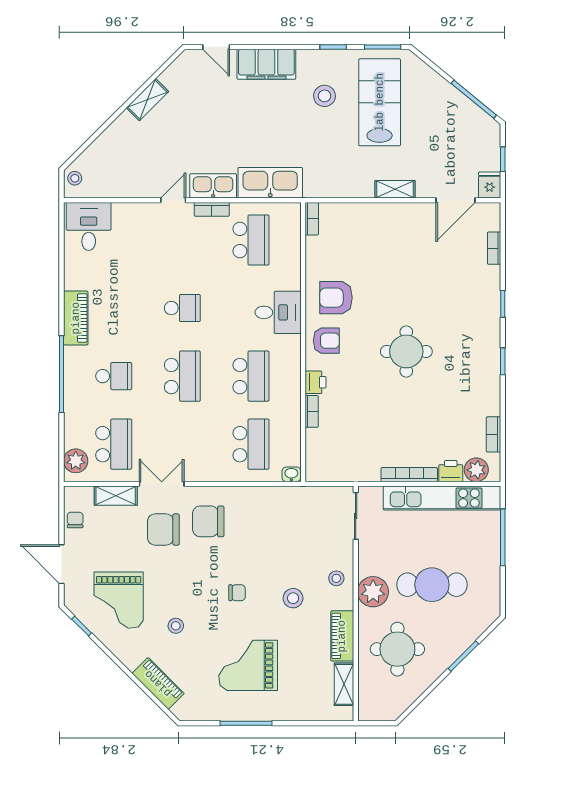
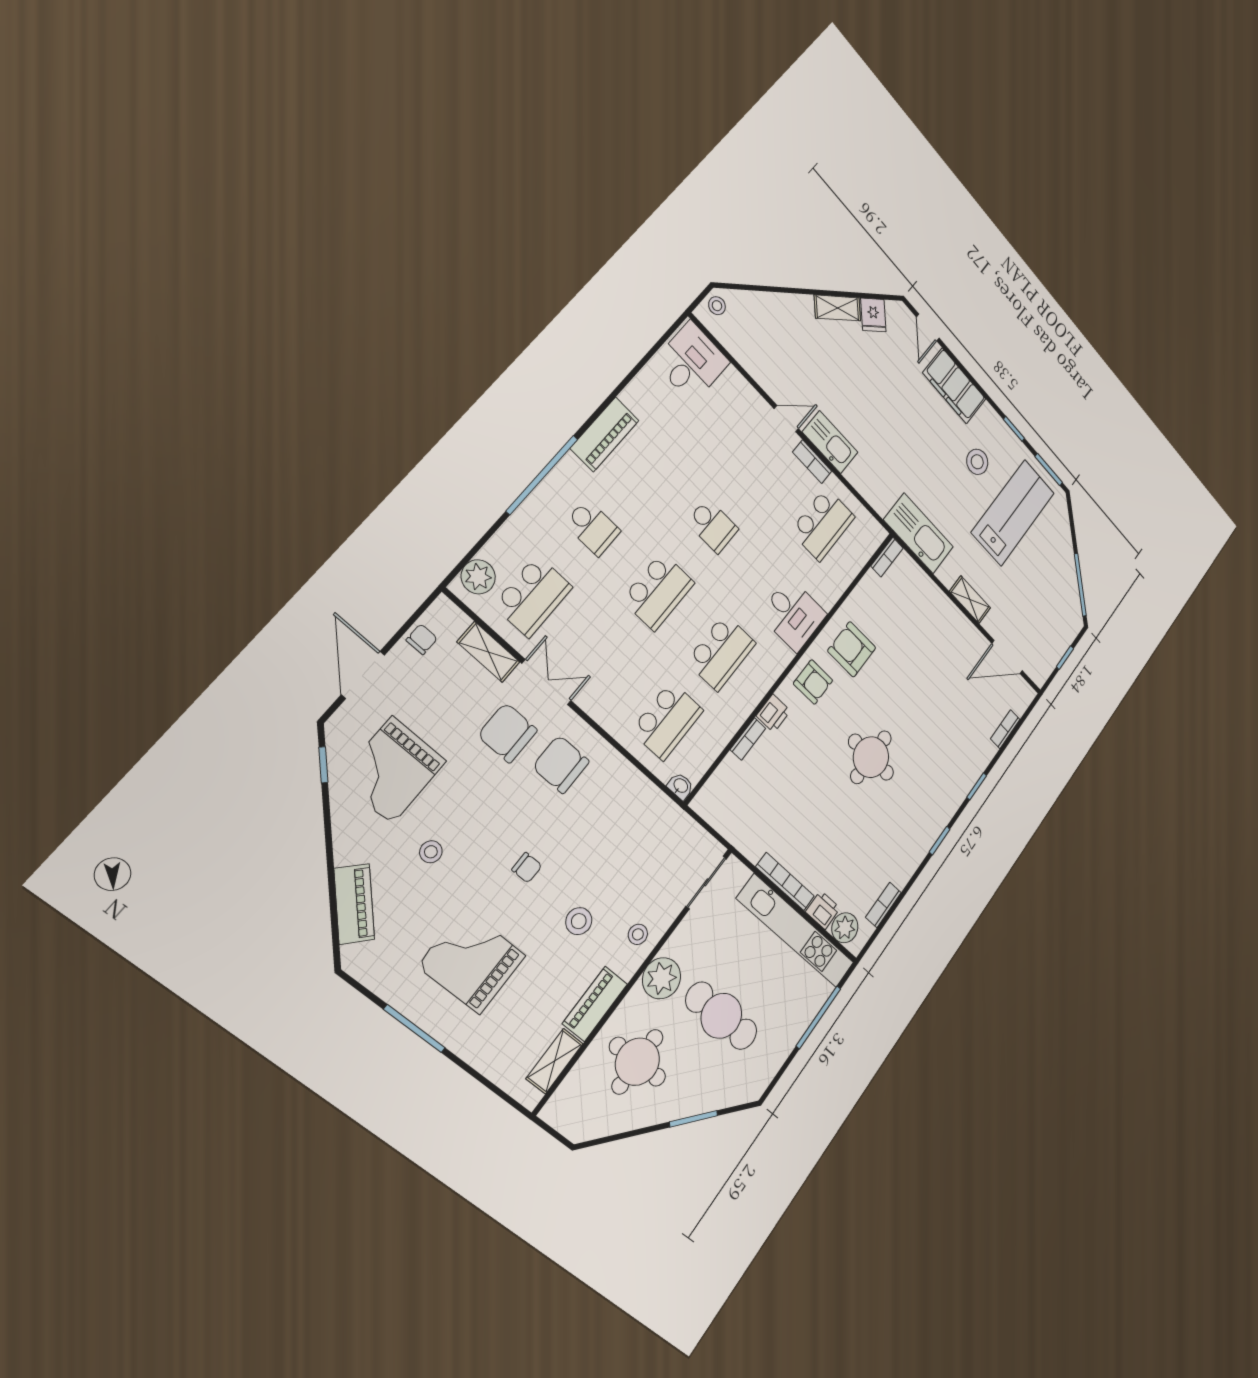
kitchen sink: (270, 183) -> (919, 533), moved
fridge: (490, 185) -> (873, 315), moved, turned 135

